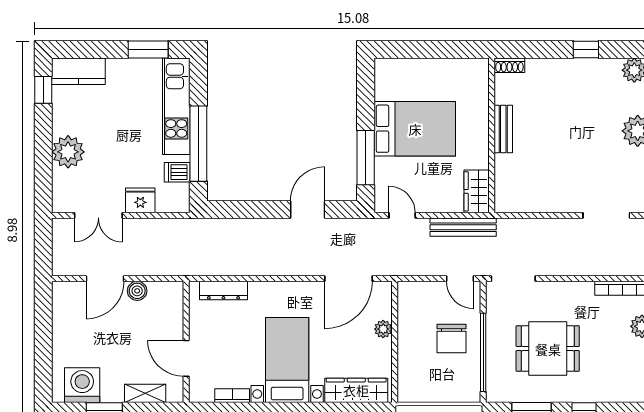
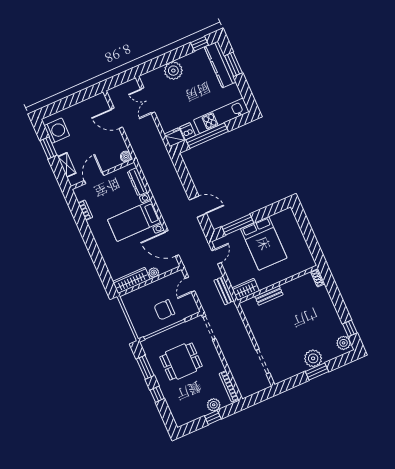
window: (148, 49) -> (233, 64), moved
window: (586, 49) -> (350, 328), moved
kitchen counter: (78, 71) -> (220, 65), width x1.50
bench: (503, 129) -> (269, 295), moved
fridge: (140, 200) -> (174, 137), moved, turned -90
bench: (463, 227) -> (224, 291), width x0.73
door: (460, 279) -> (190, 285), moved
boiler: (137, 291) -> (126, 156), moved
dining table: (548, 349) -> (181, 361), turned 90
bed with nightstands: (287, 360) -> (134, 221), moved, turned 180
wardrobe: (356, 390) -> (131, 280), moved, turned -90

